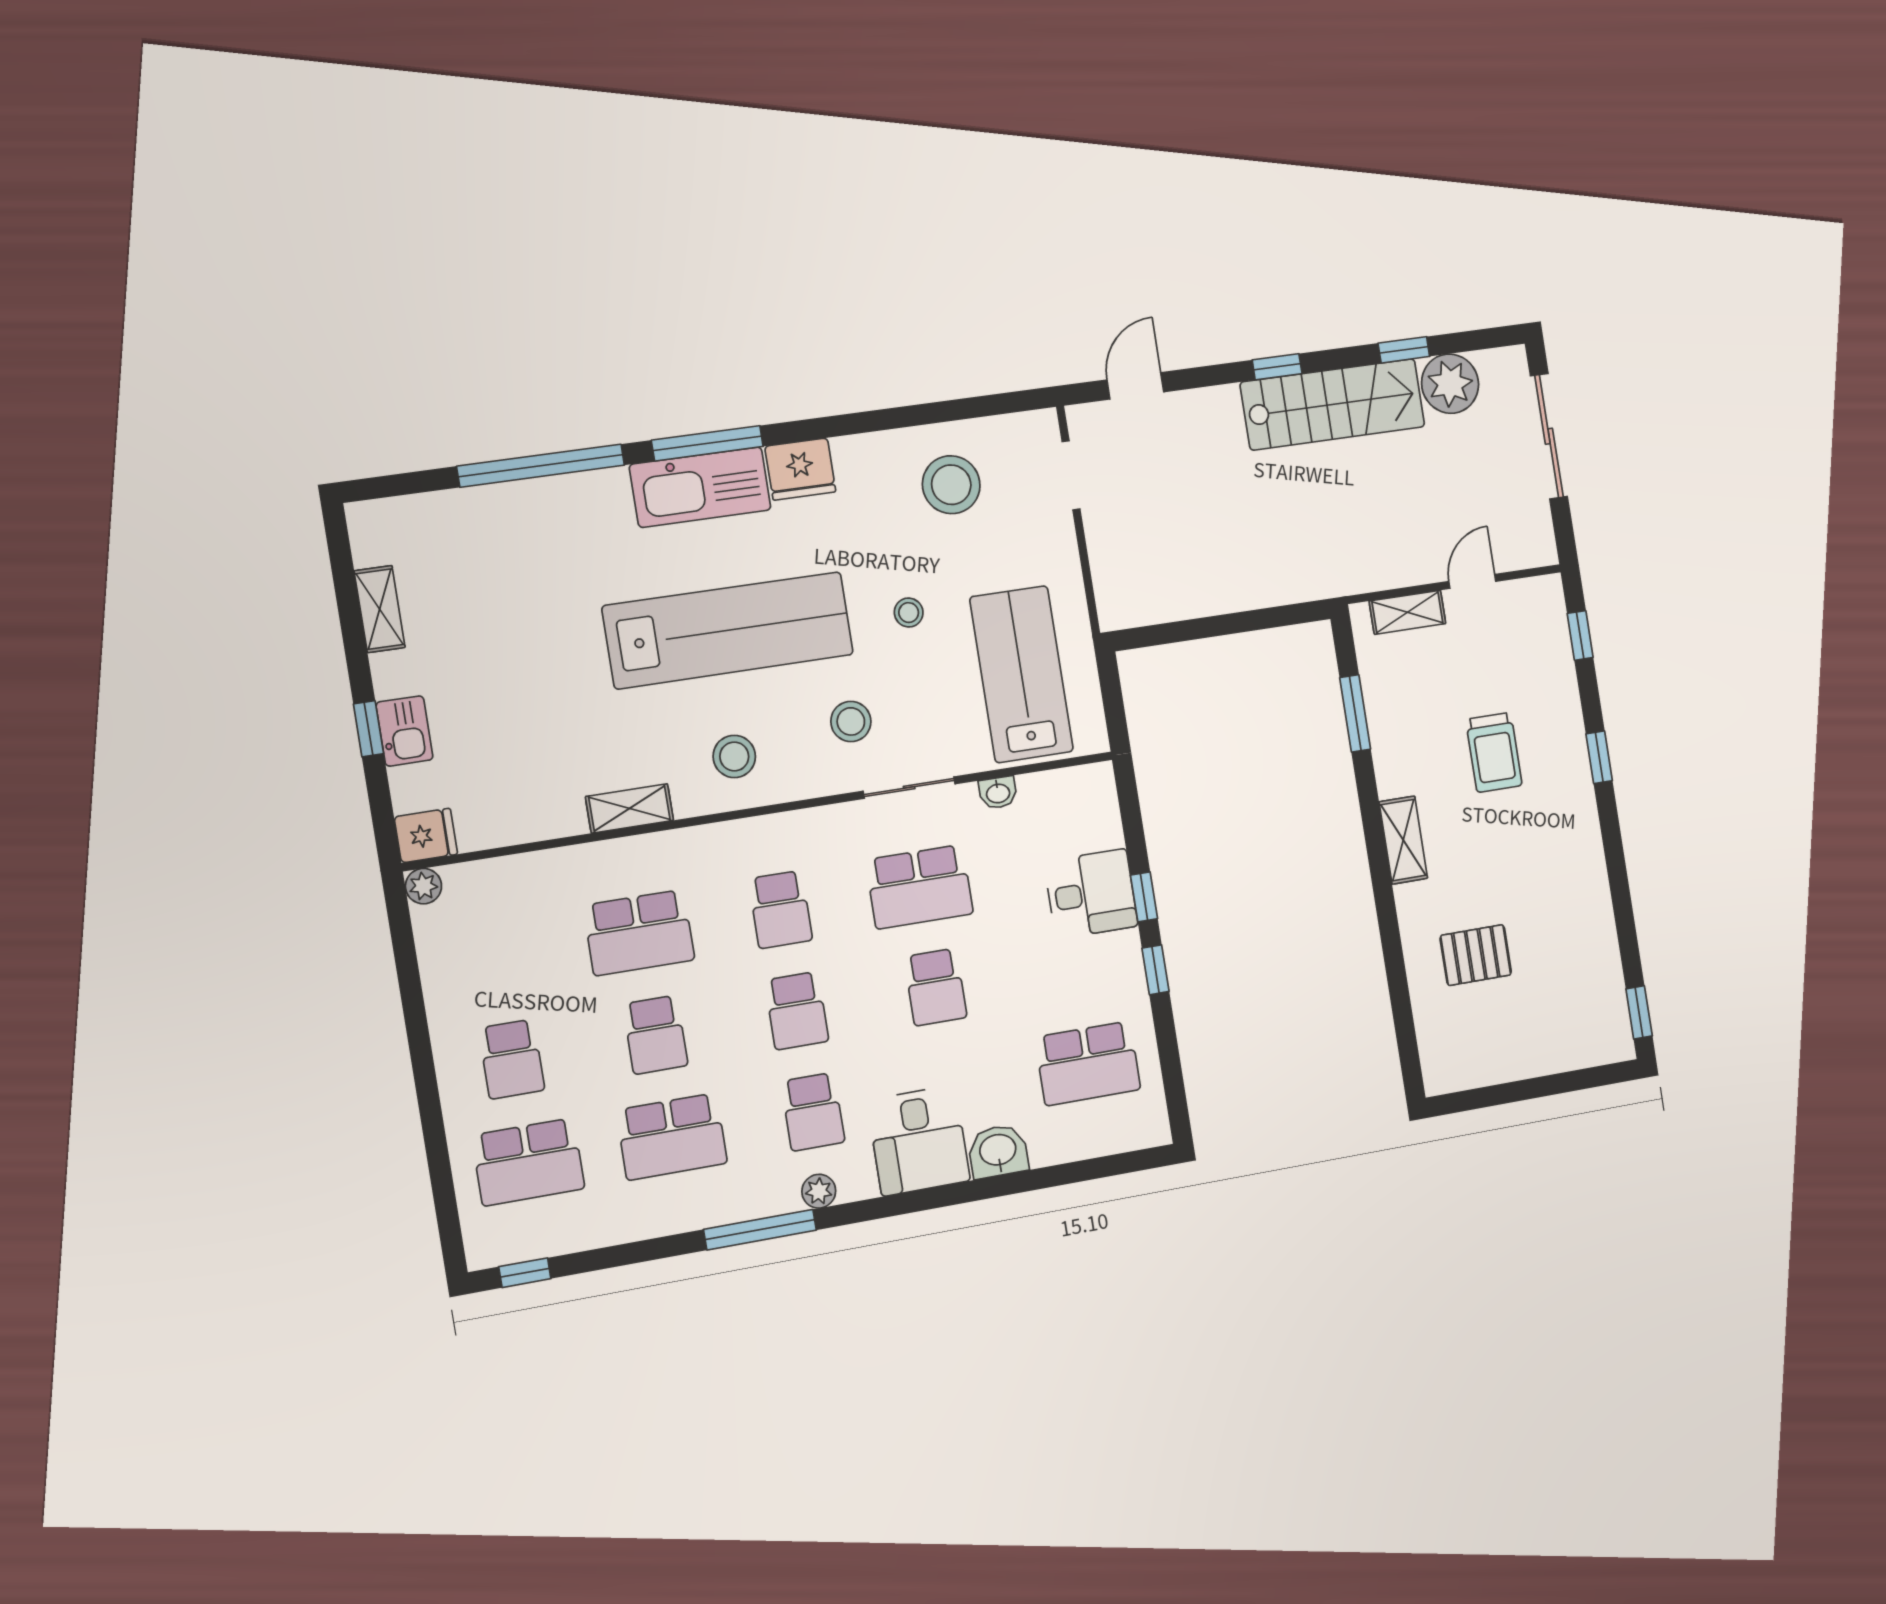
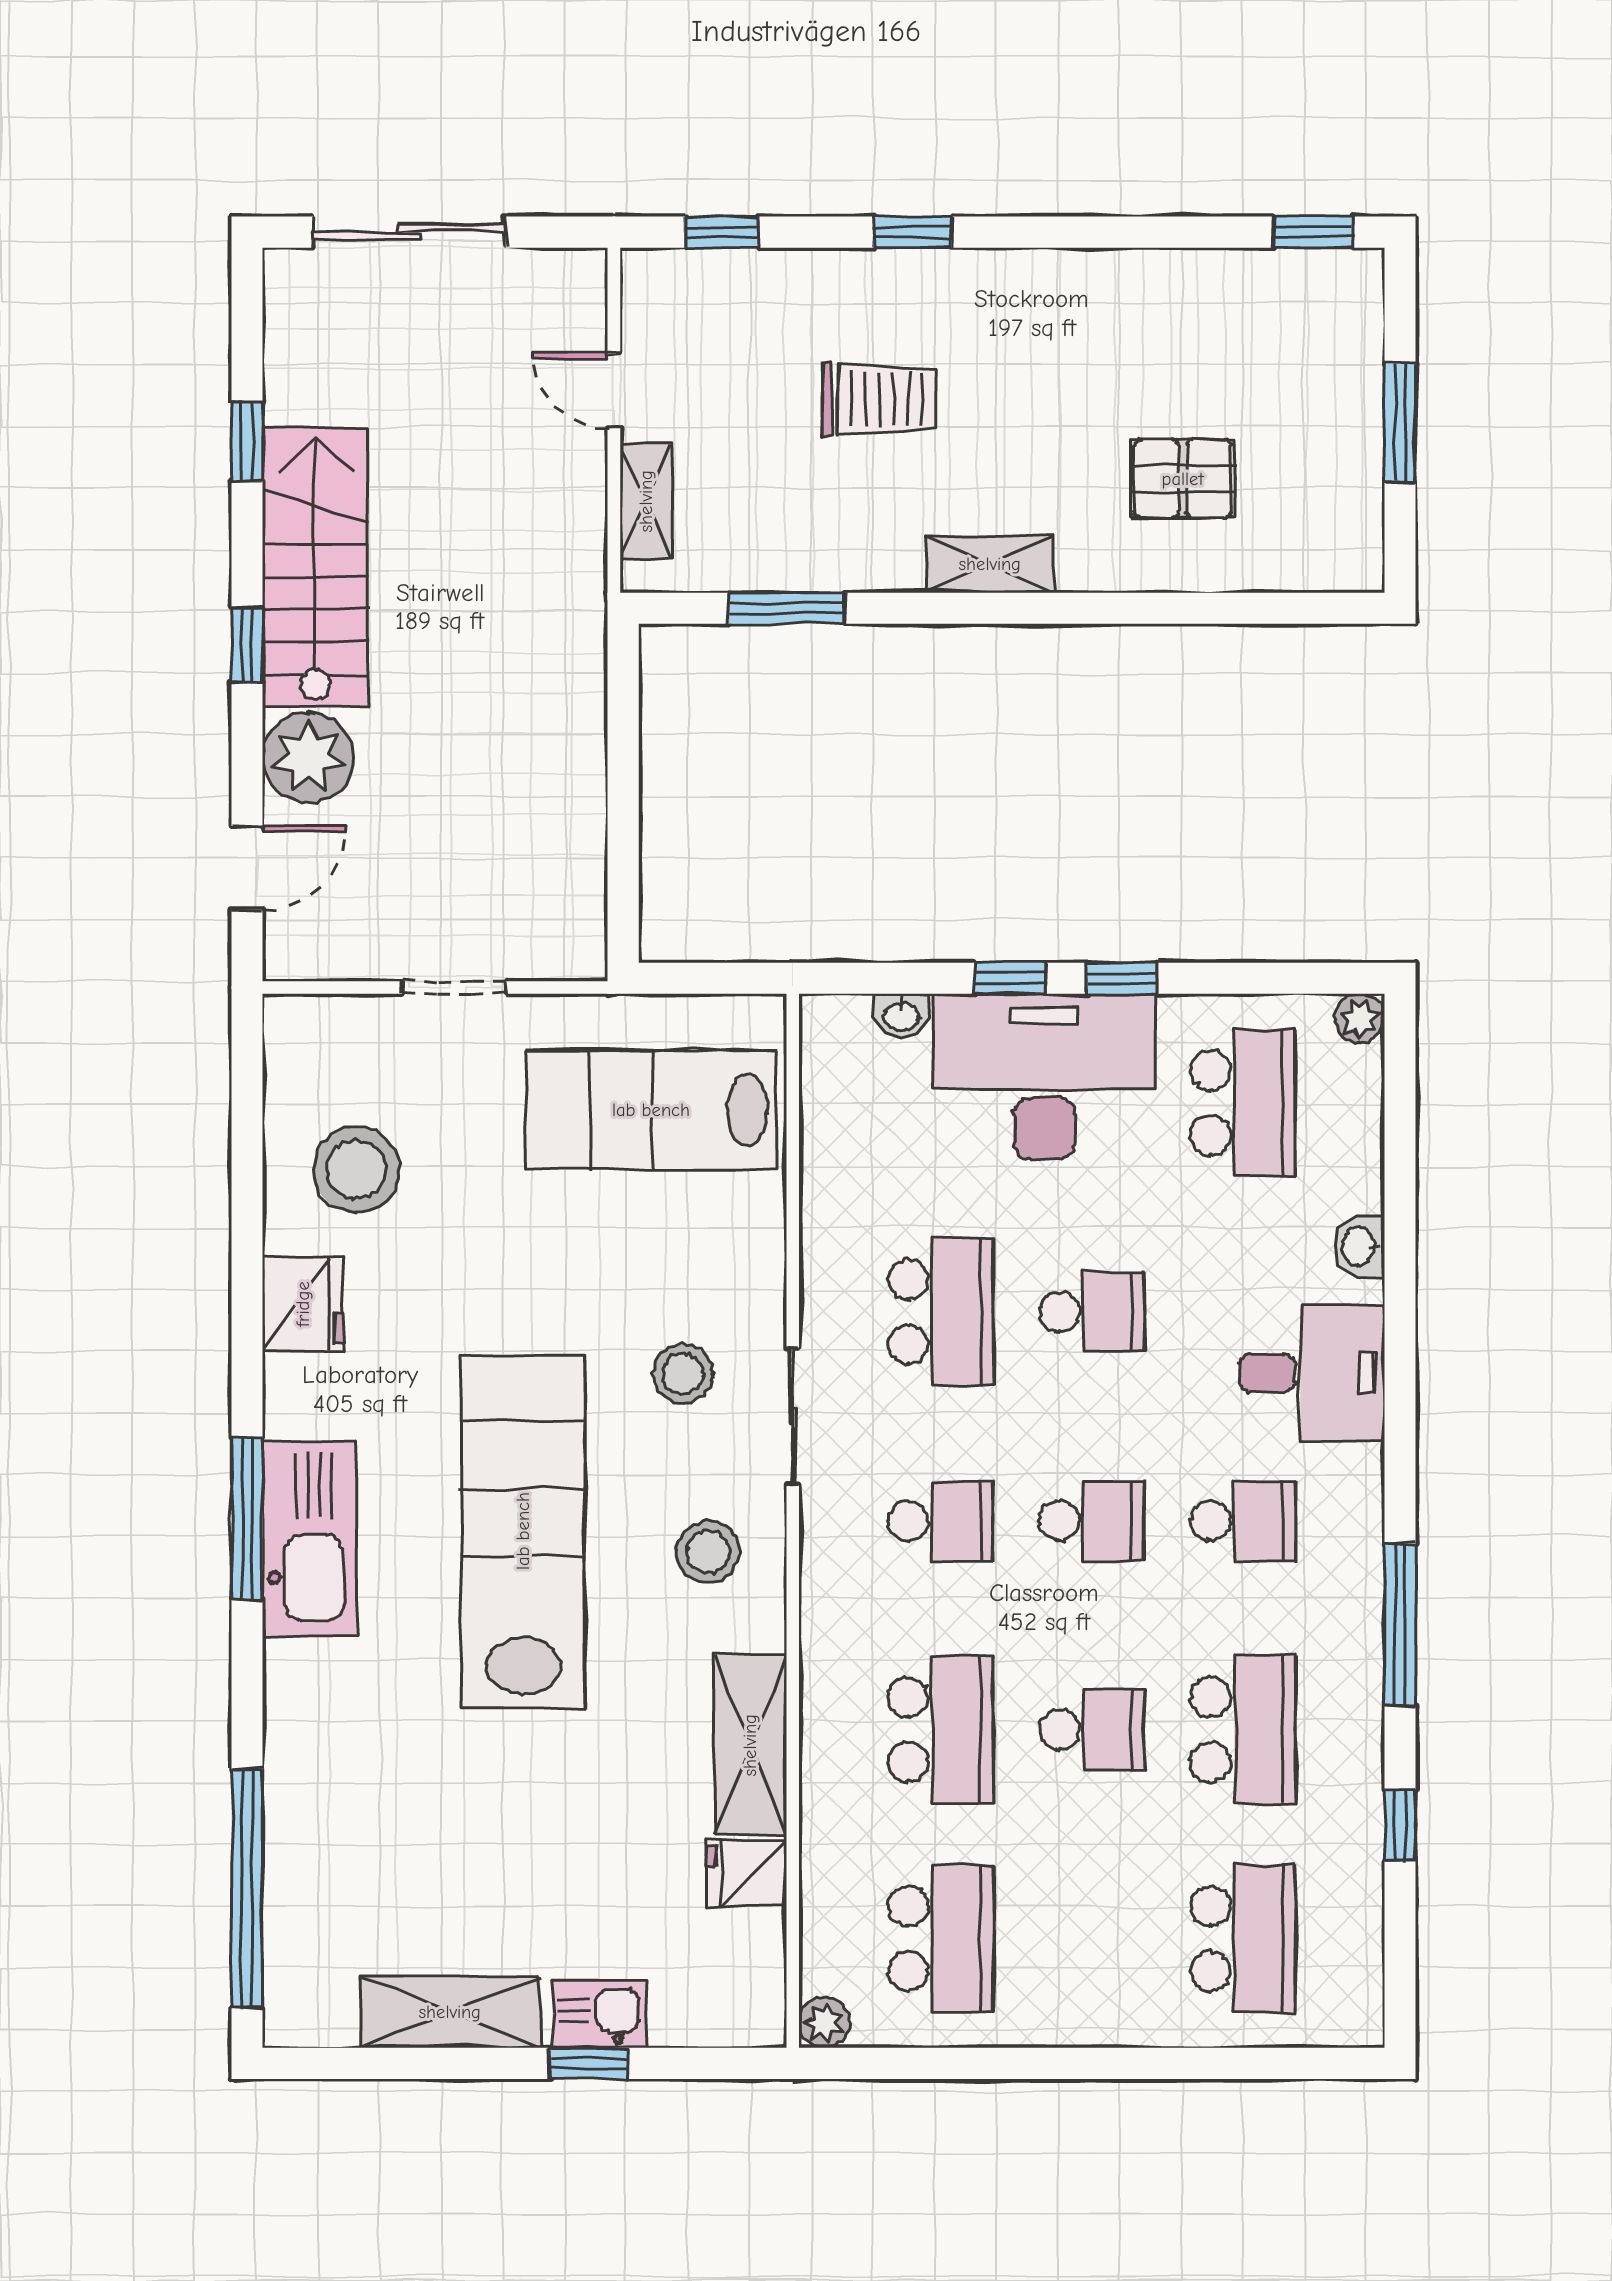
plant: (1450, 384) -> (308, 758), moved
door: (1135, 386) -> (247, 868), swing flipped
window: (541, 466) -> (247, 1889), moved
fridge: (800, 469) -> (303, 1304), moved
doorway: (1071, 475) -> (454, 987), moved
shelving: (380, 609) -> (450, 2012), width x1.50, depth x1.33
stool: (909, 613) -> (536, 1263), removed
sliding door: (909, 788) -> (793, 1416), moved
washbasin: (998, 793) -> (901, 1016), moved, turned 90
shelving: (629, 808) -> (750, 1745), width x1.50, depth x1.33
fridge: (426, 836) -> (746, 1874), moved, turned -90
desk: (1091, 894) -> (1044, 1077), width x1.87, depth x1.30
pallet: (1476, 955) -> (1183, 479), turned 90
school desk: (512, 1059) -> (941, 1939), moved, width x1.85
window: (1532, 1088) -> (1400, 423), added
washbasin: (998, 1151) -> (1360, 1246), width x0.72, depth x0.69
plant: (819, 1191) -> (1360, 1018), moved
window: (525, 1273) -> (1400, 1825), moved

